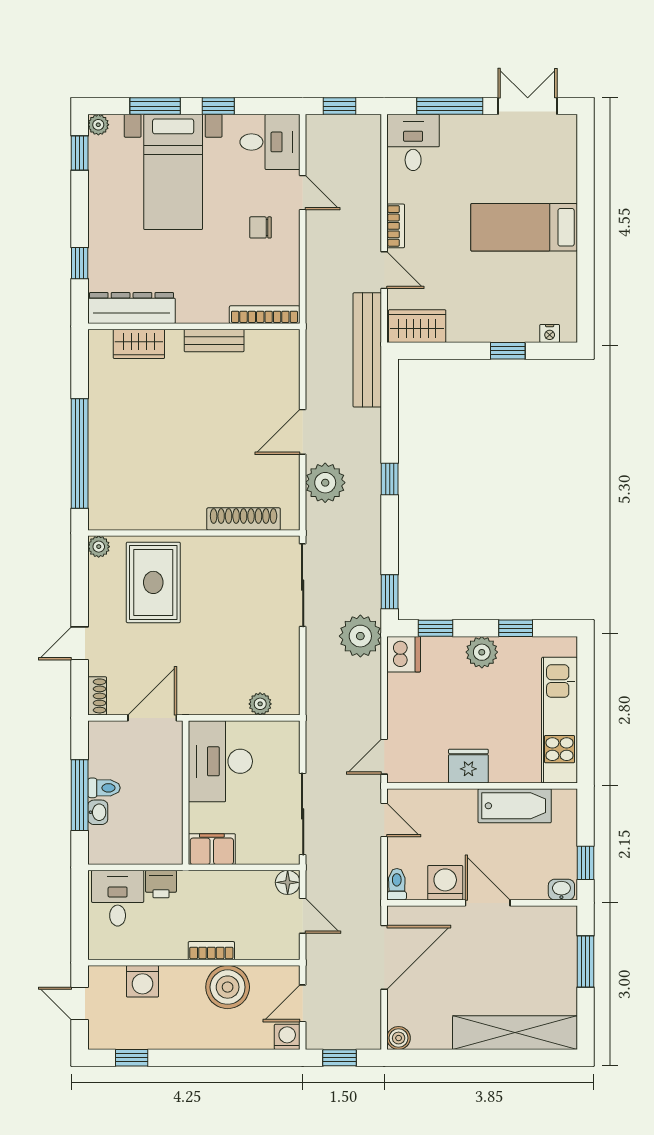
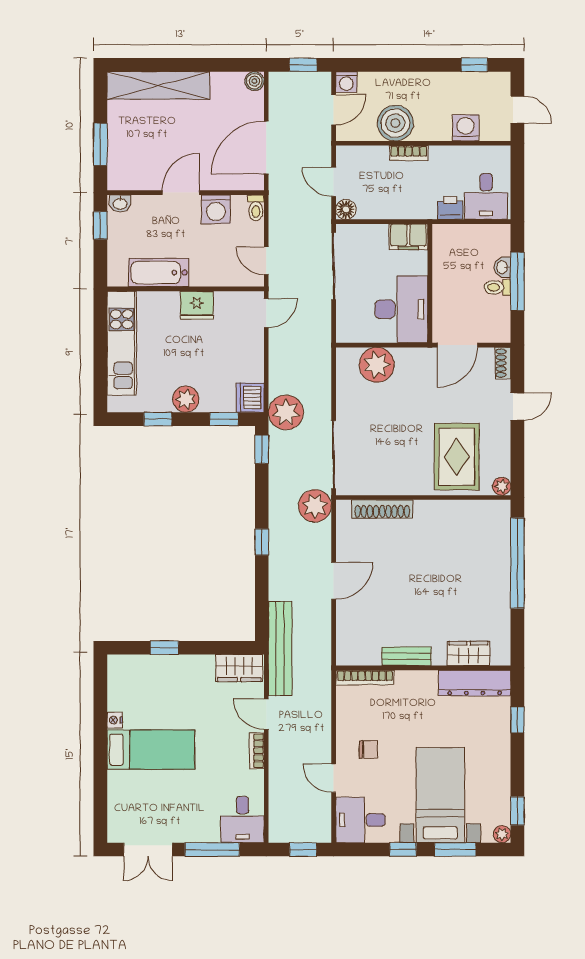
nightstand: (550, 333) -> (115, 720), moved, turned -90
plant: (325, 483) -> (315, 506), moved
plant: (260, 704) -> (377, 365), width x1.88, depth x1.88
door: (488, 903) -> (181, 193), swing flipped

